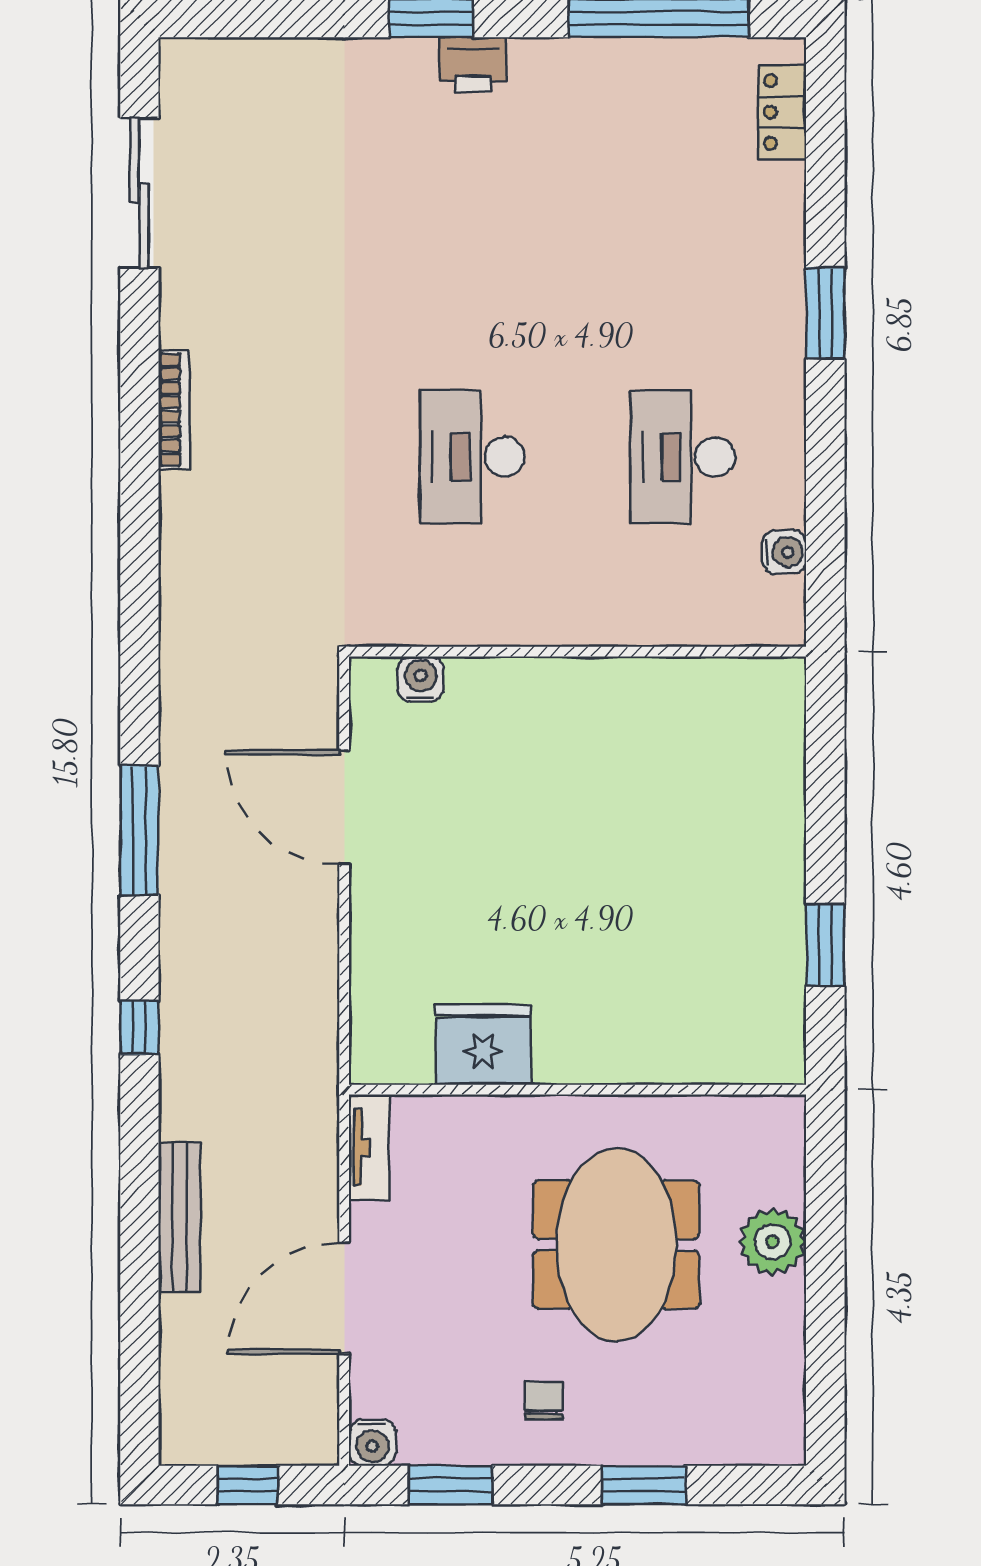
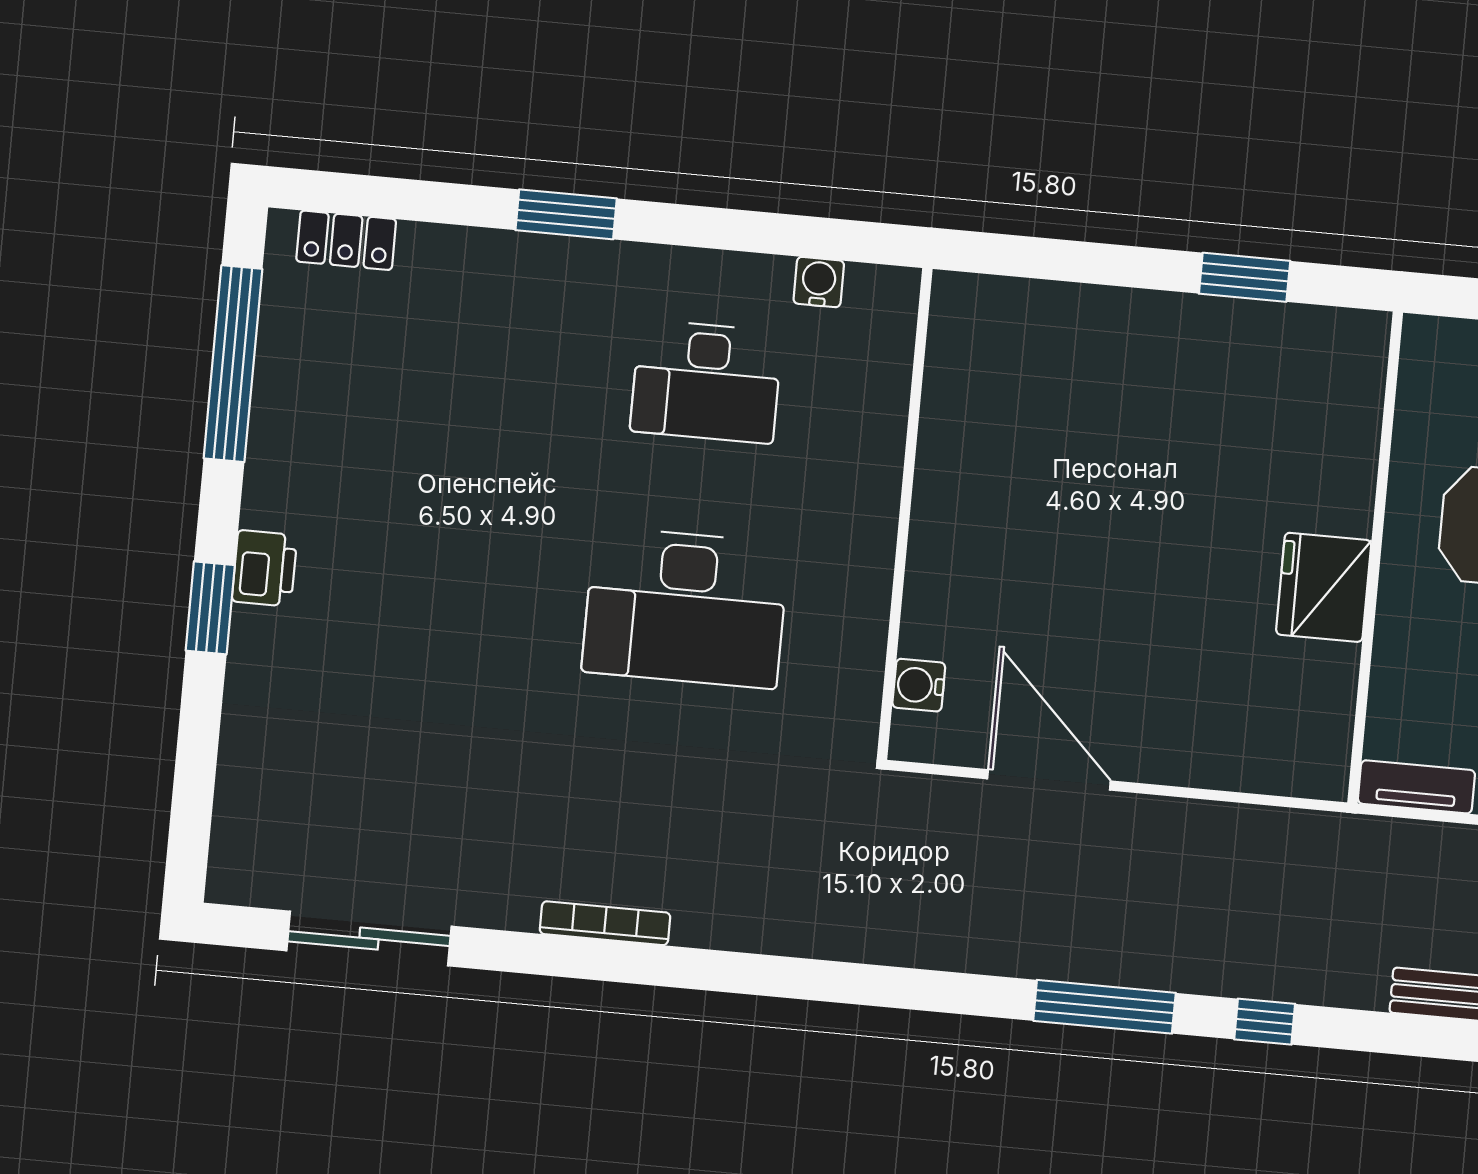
desk: (472, 457) -> (685, 608), width x1.36, depth x1.30
door: (344, 808) -> (1049, 780), swing flipped
window: (139, 830) -> (1104, 1007), moved
fridge: (483, 1045) -> (1324, 587), moved

